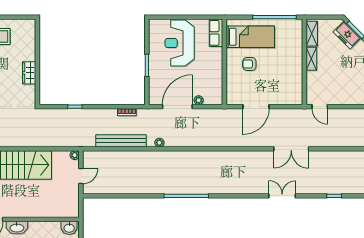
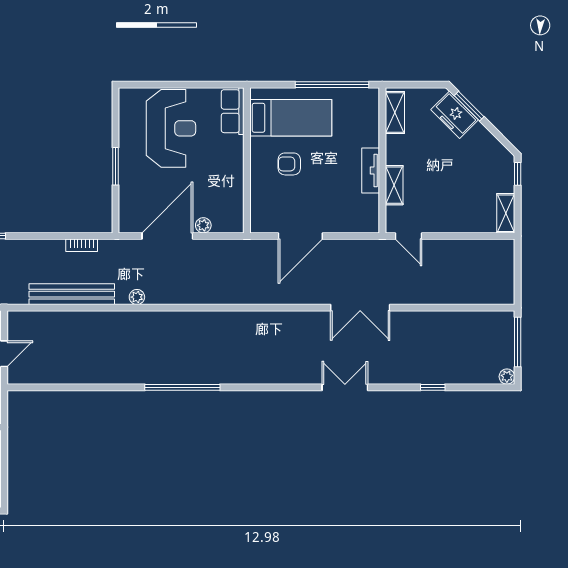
reception desk: (180, 43) -> (171, 128), turned 180
shelving: (311, 59) -> (394, 185), moved
tv unit: (297, 68) -> (371, 171), added

